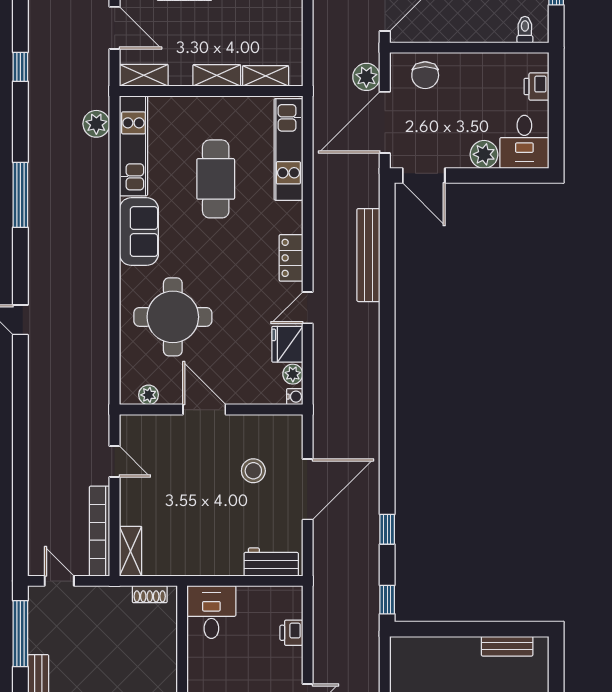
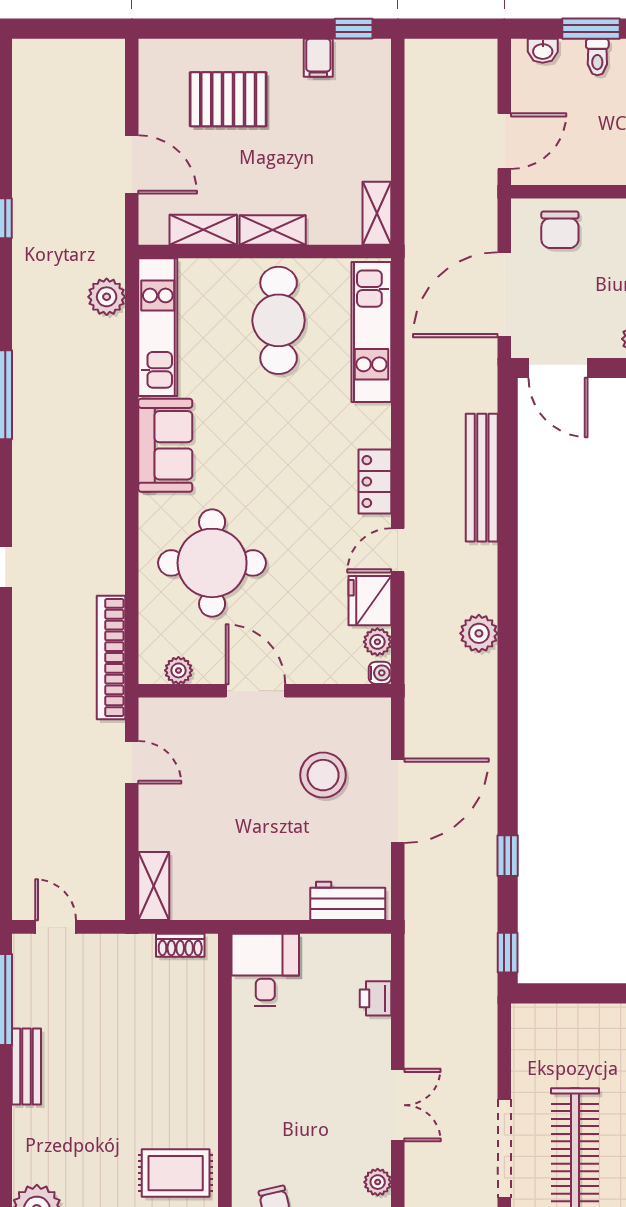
shelving: (144, 75) -> (203, 230), moved
shelving: (266, 76) -> (377, 213), moved, turned 90
plant: (366, 77) -> (479, 633), moved
cafe table: (216, 179) -> (279, 320), moved
stool: (253, 471) -> (323, 775), width x1.38, depth x1.38
bookcase: (100, 531) -> (111, 658), moved

